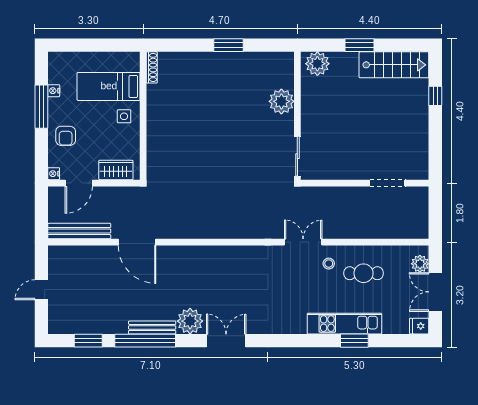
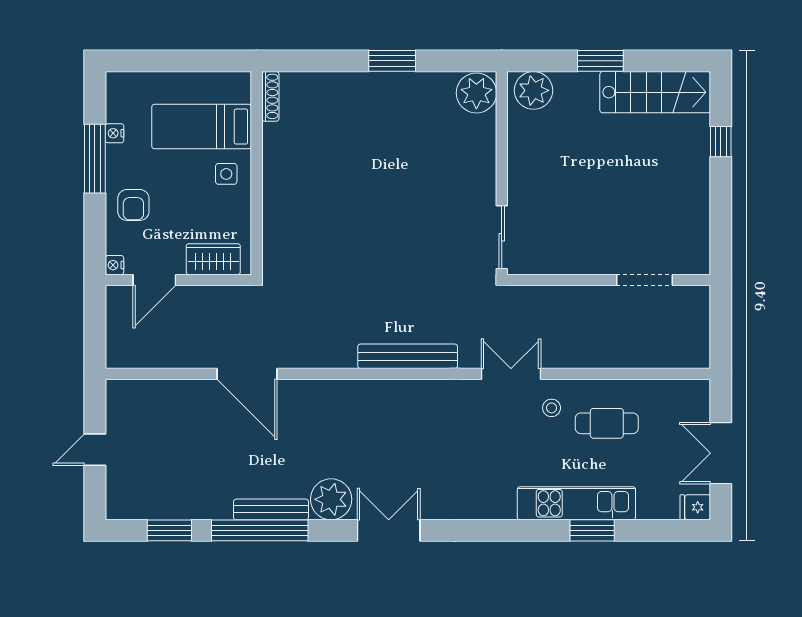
plant: (281, 101) -> (476, 93), moved
bench: (79, 231) -> (408, 356), moved
plant: (420, 264) -> (696, 408), removed

